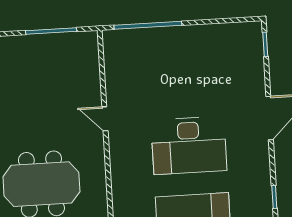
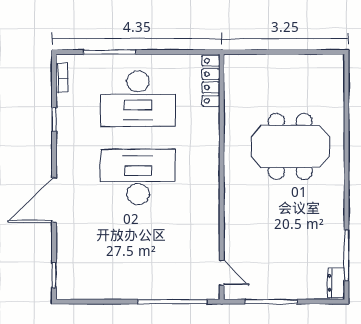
door: (105, 119) -> (222, 273), moved

